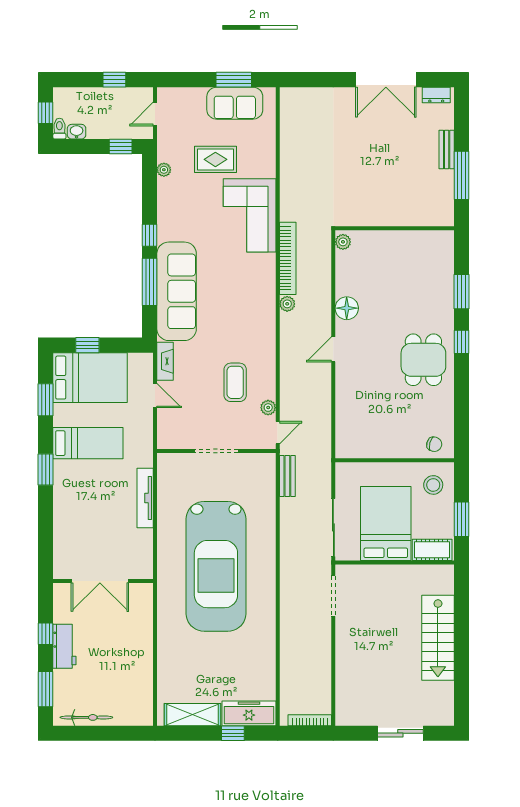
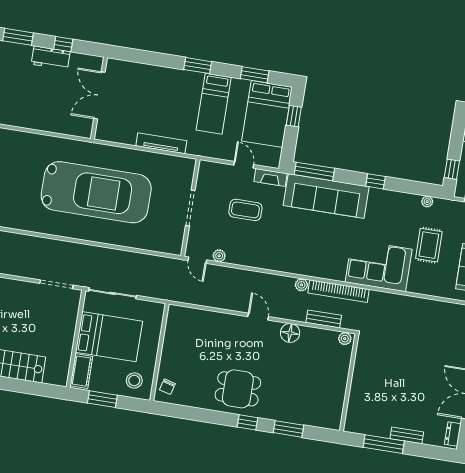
window: (150, 282) -> (314, 171), moved
coffee table: (235, 382) -> (245, 210), moved
door: (155, 396) -> (244, 165), swing flipped
bench: (287, 476) -> (324, 319), moved
car: (216, 566) -> (96, 192), turned 180

